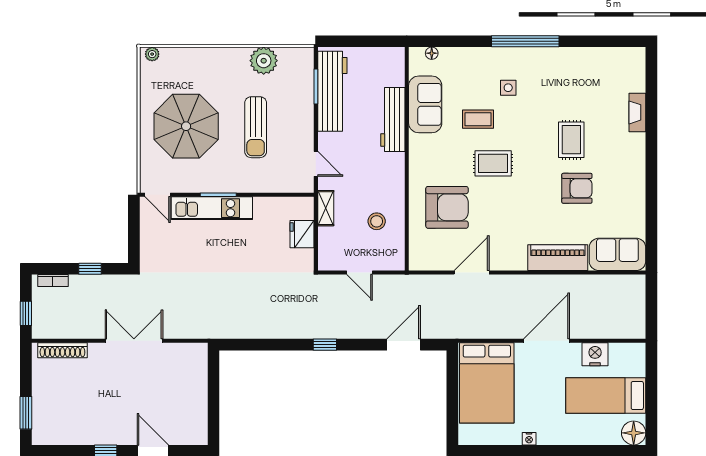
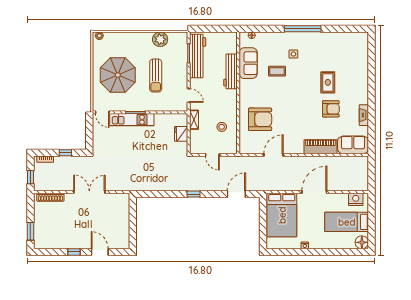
fireplace: (637, 112) -> (364, 115), moved
rug: (493, 163) -> (285, 95), removed
nightstand: (595, 354) -> (356, 199), moved

